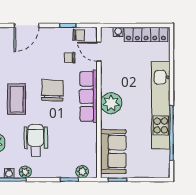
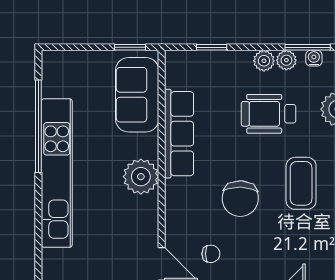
row of seats: (89, 96) -> (179, 134), moved
wheelchair: (36, 140) -> (269, 114), turned 90
plant: (82, 172) -> (264, 61), moved

